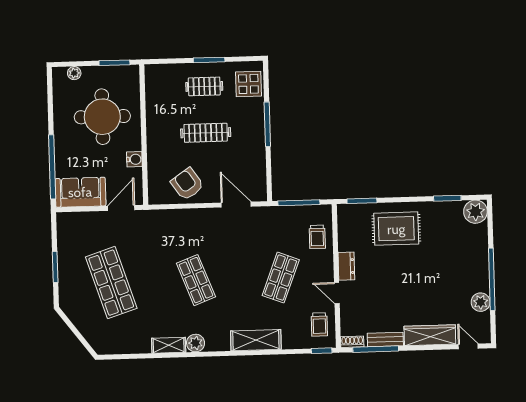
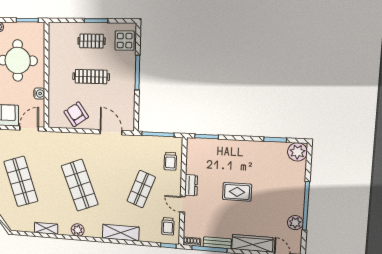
rug: (396, 229) -> (237, 192), moved, width x0.73, depth x0.70
shop shelf: (196, 280) -> (80, 185), width x1.43, depth x1.36
shelving: (169, 345) -> (46, 228), moved

